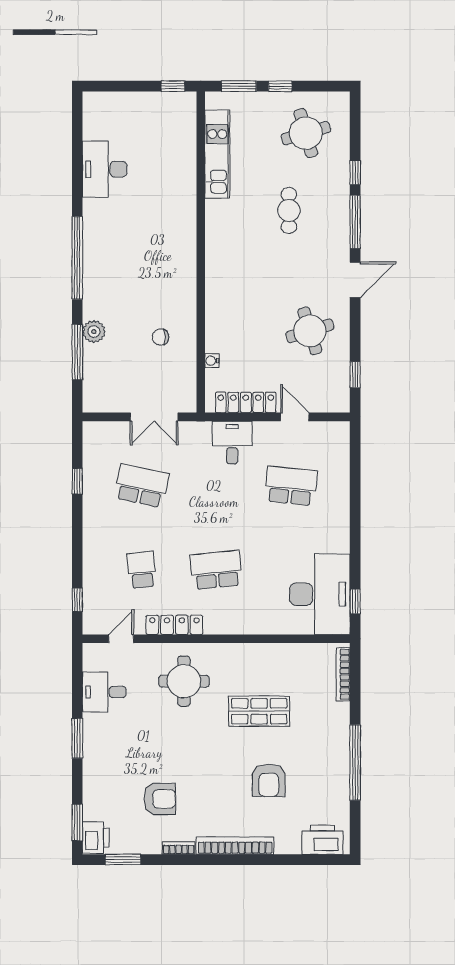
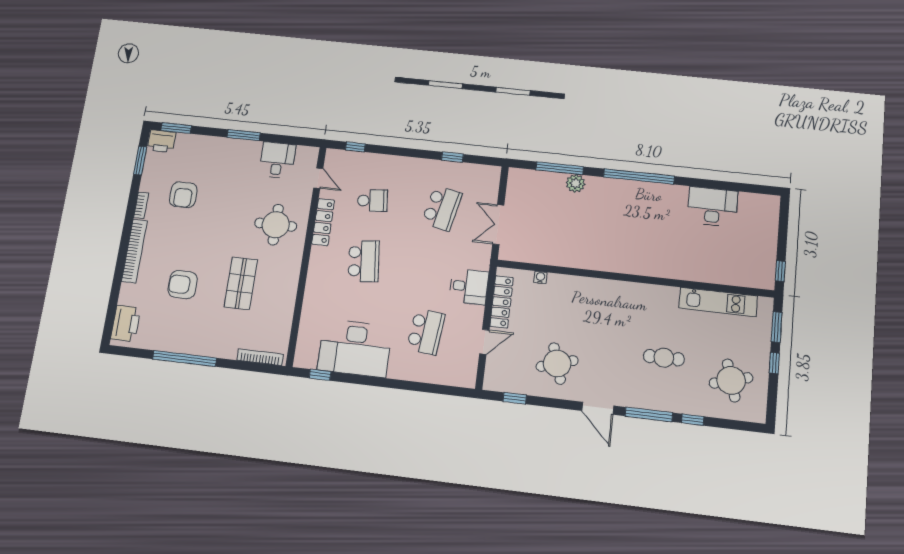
chair: (160, 337) -> (565, 237), removed
desk: (320, 594) -> (355, 348), moved

